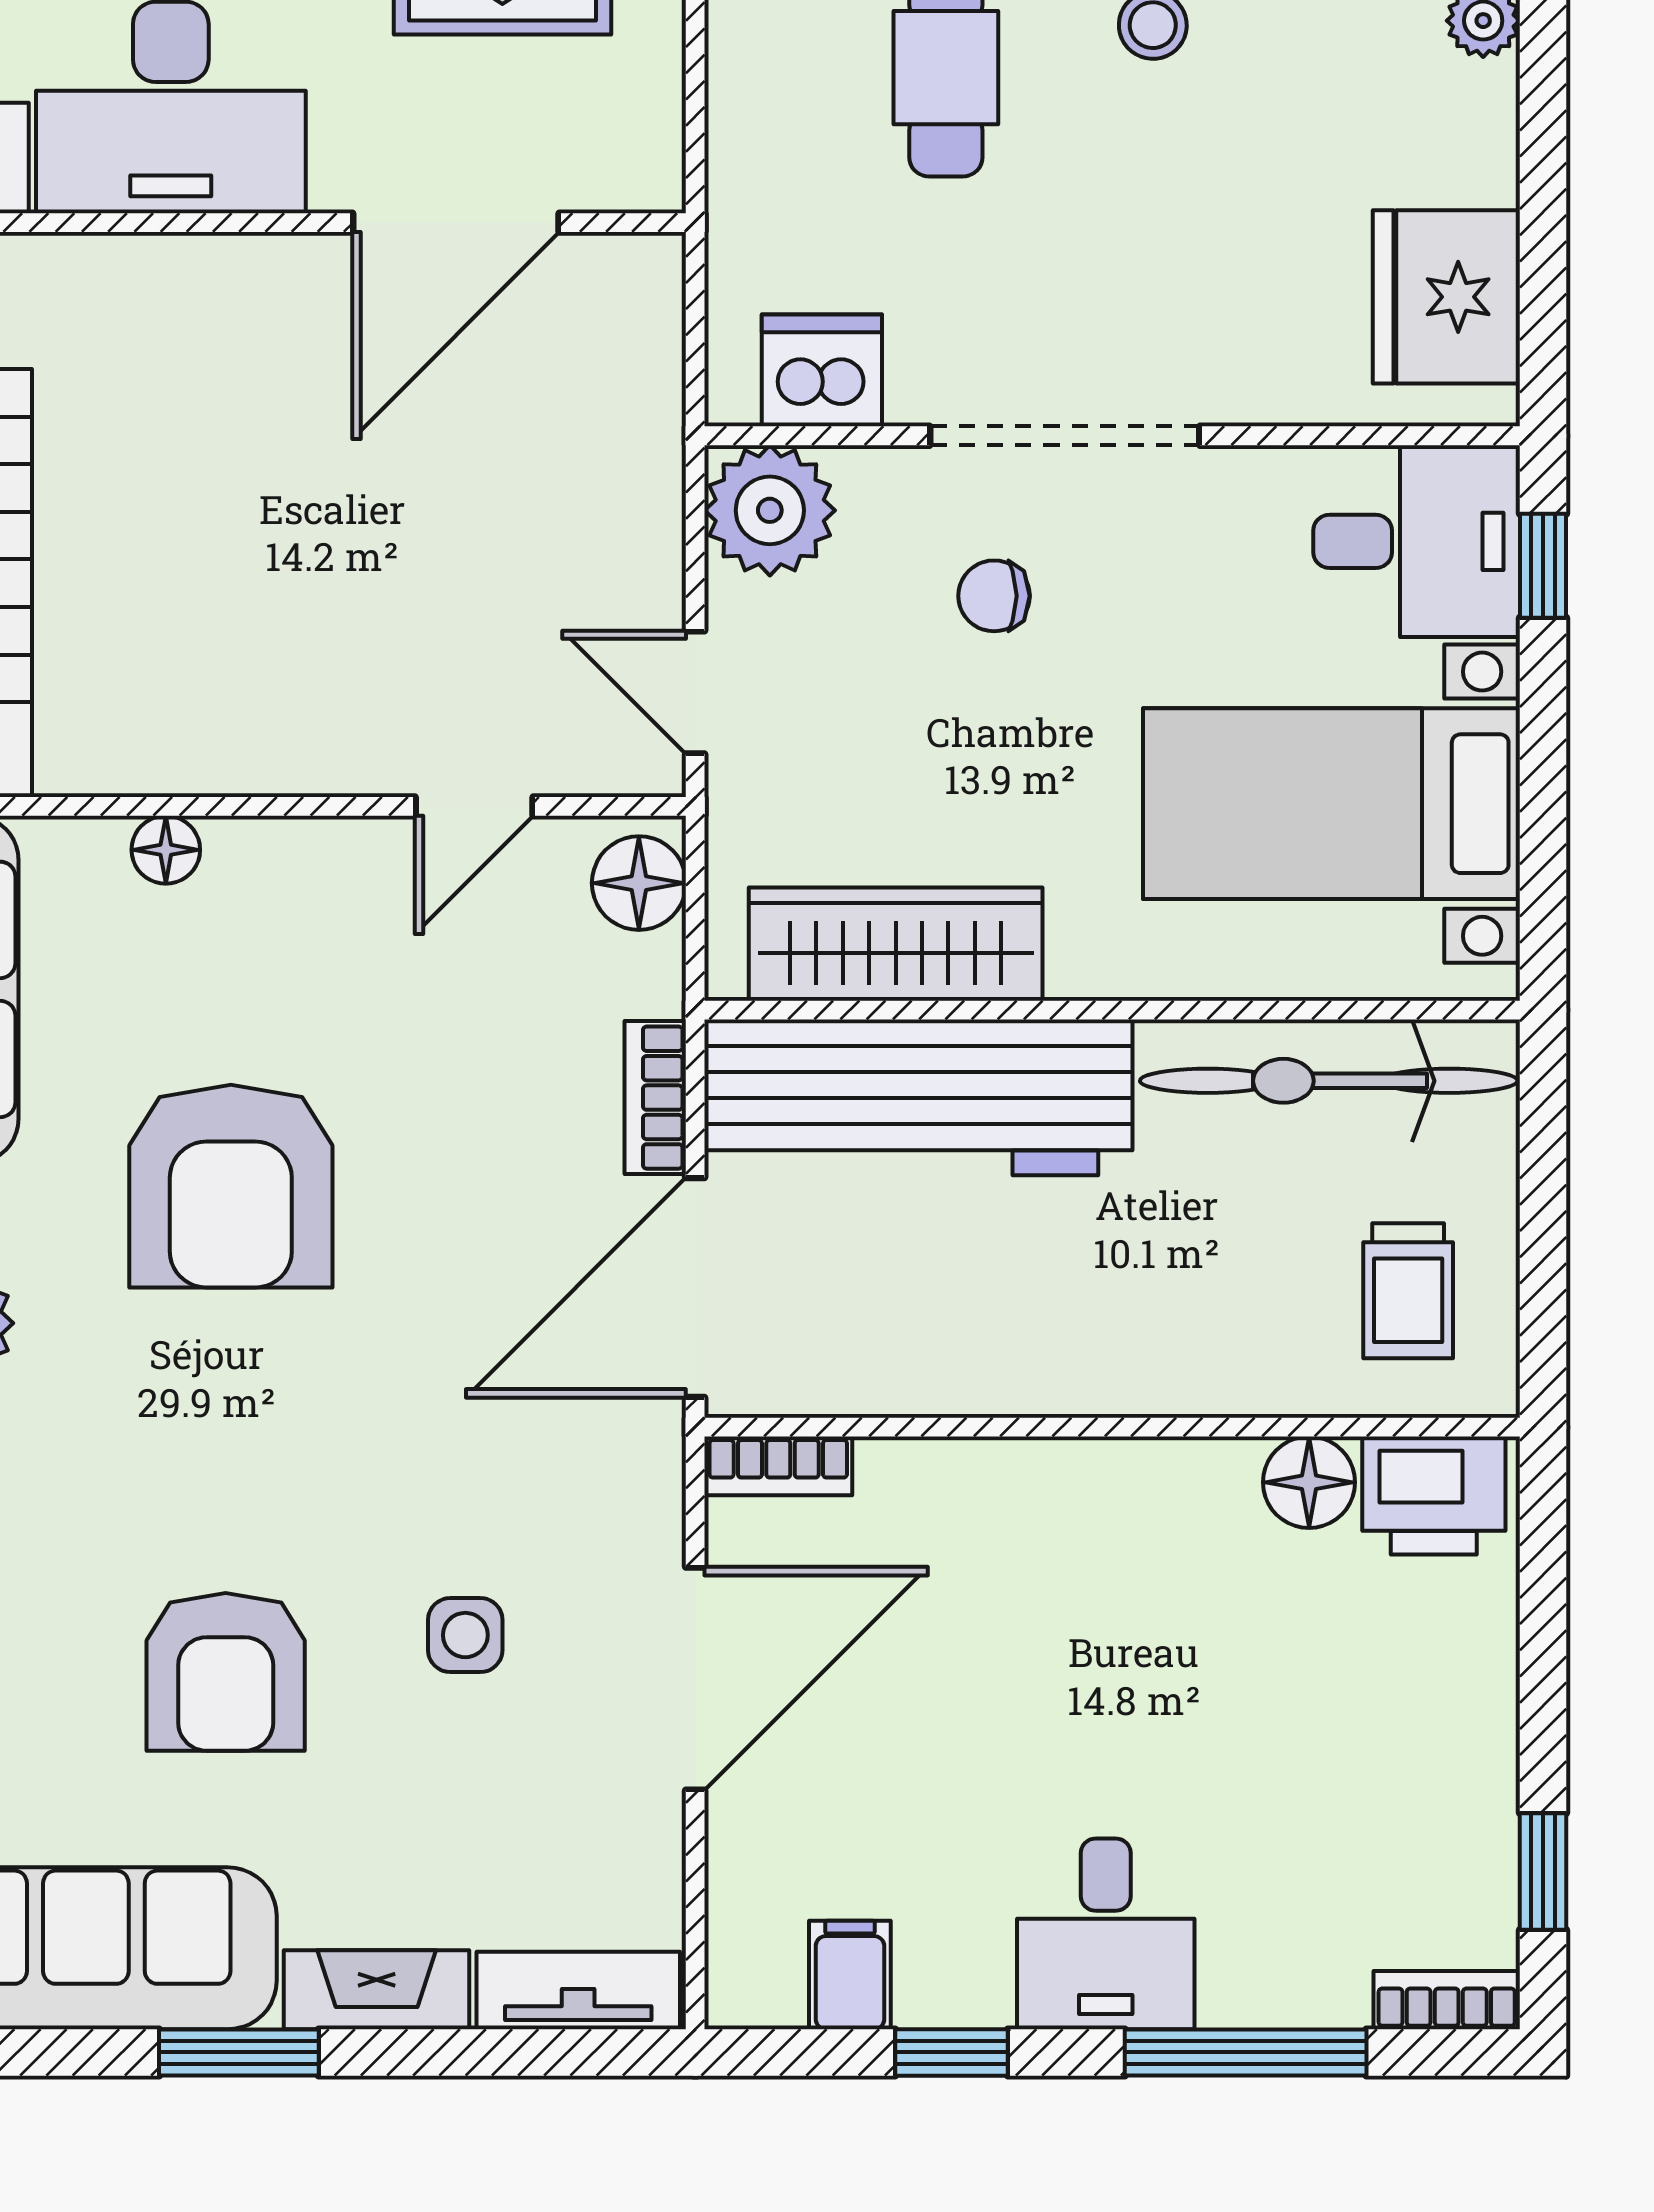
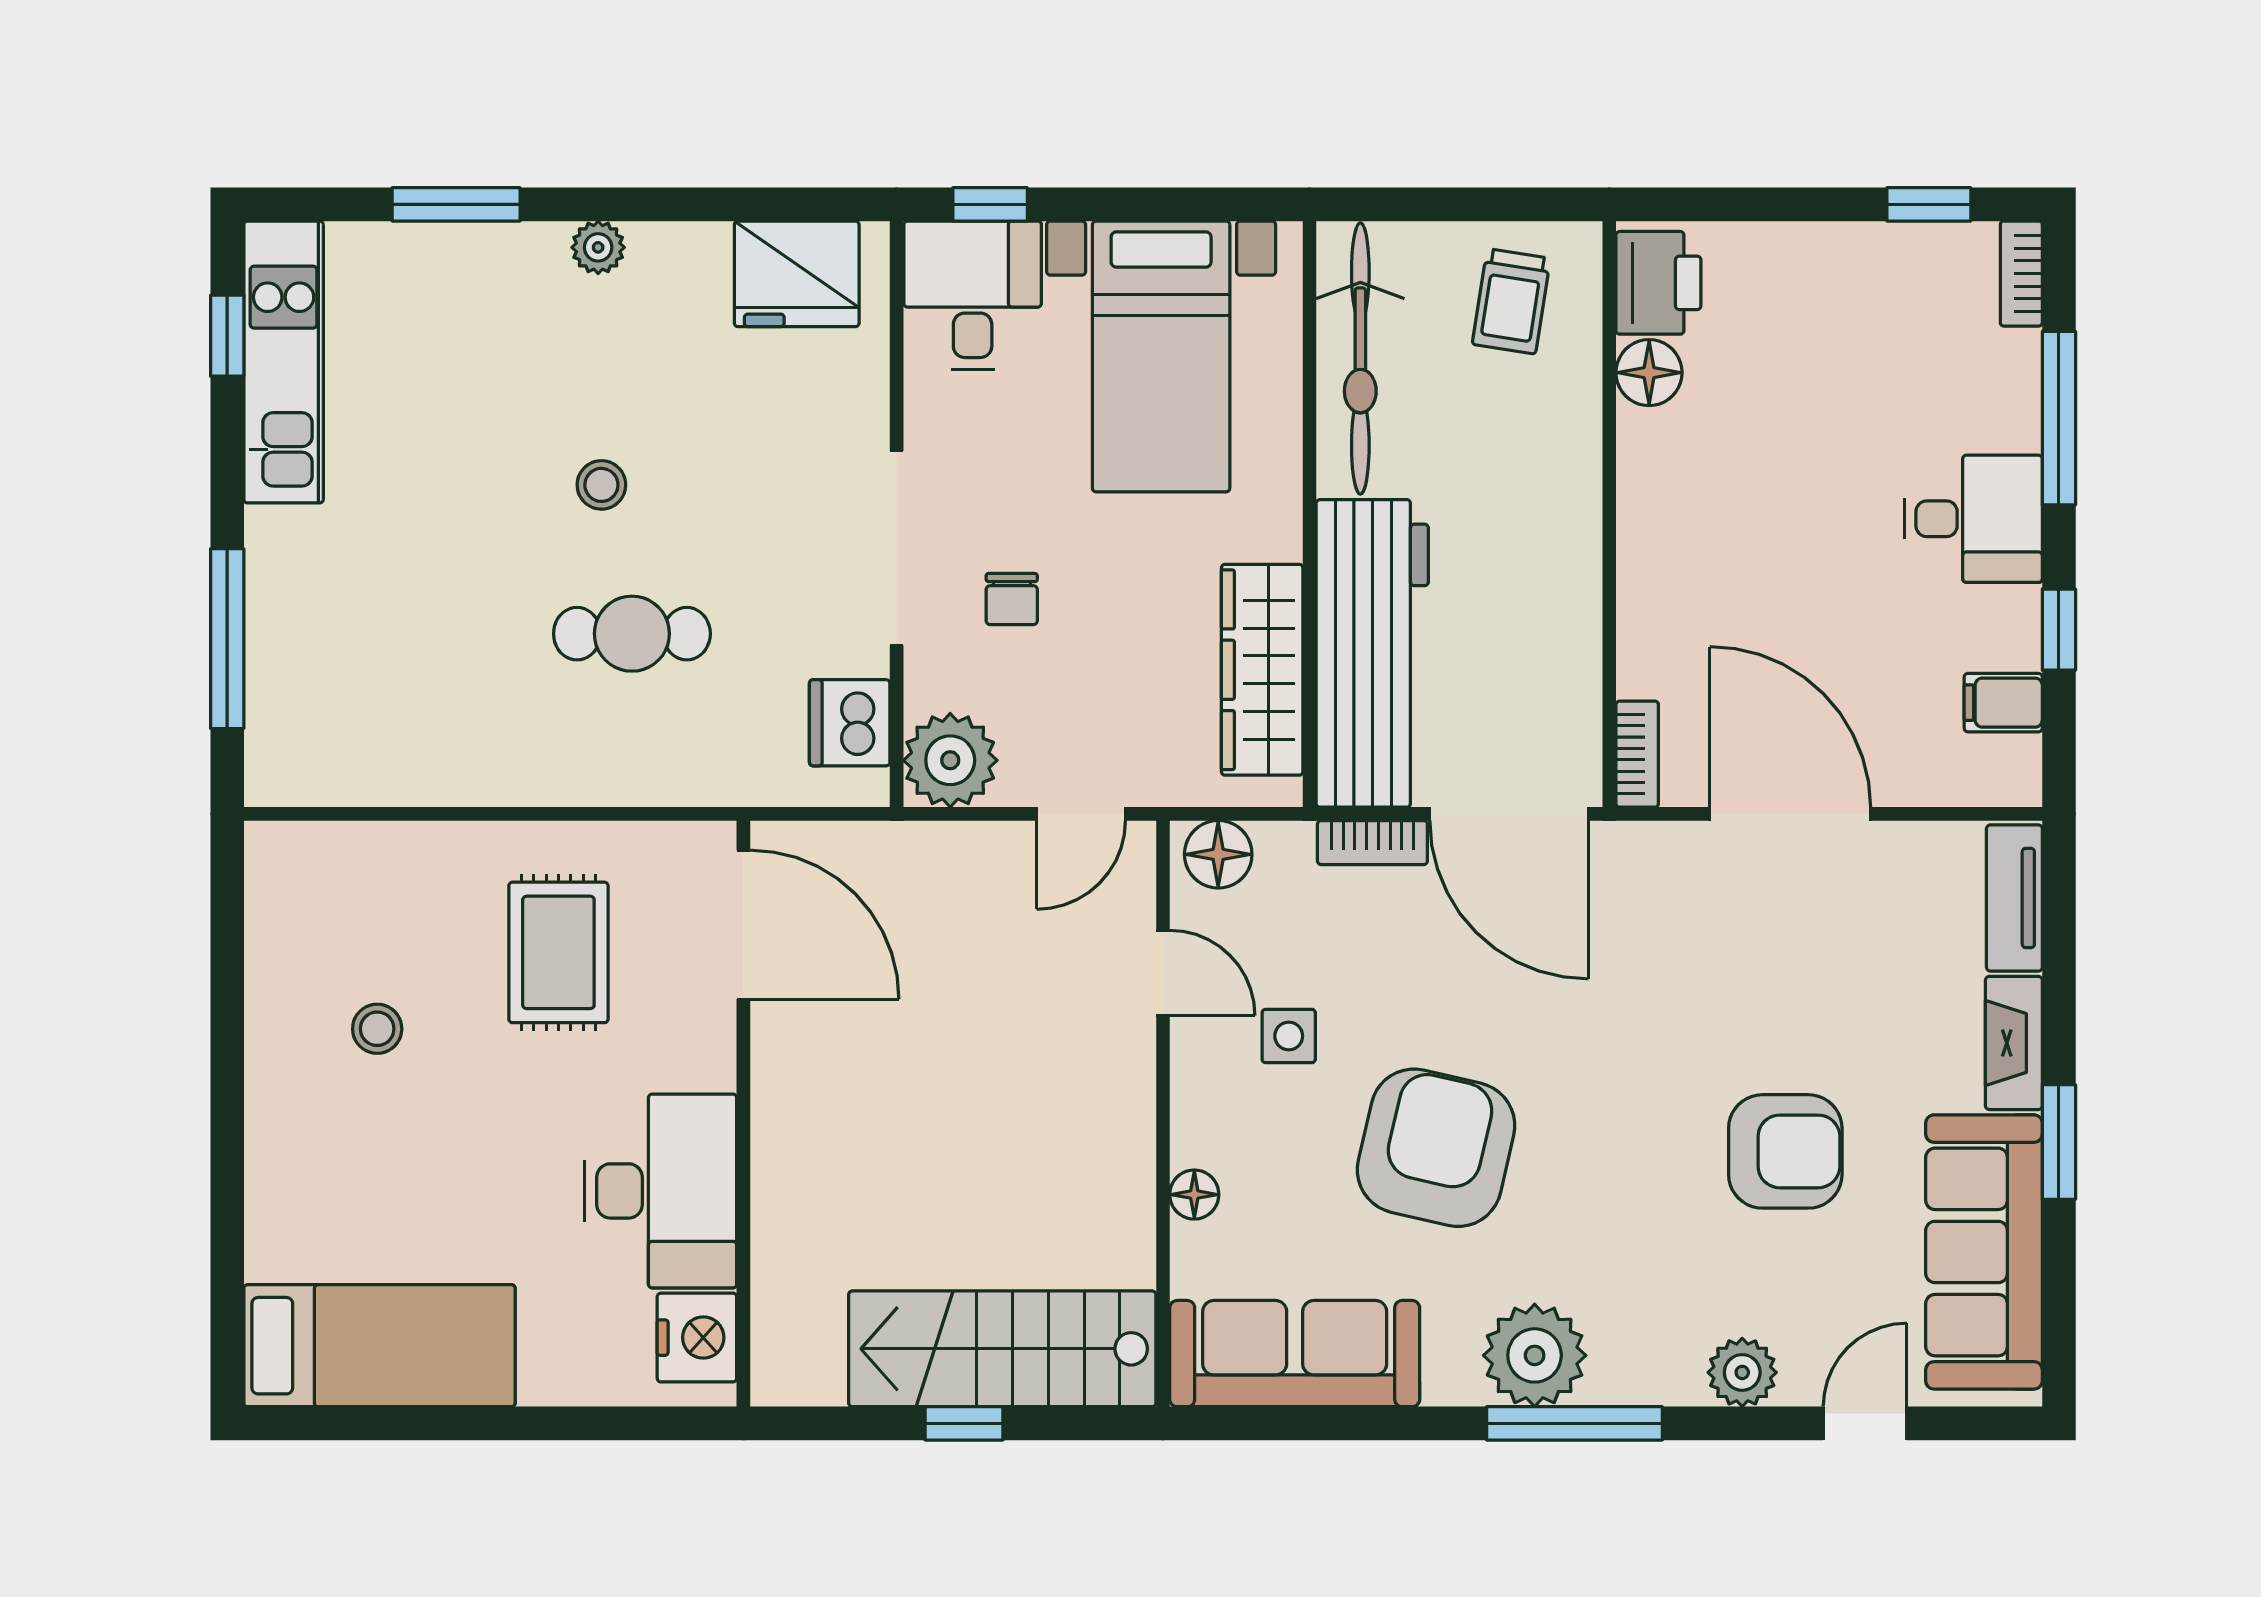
door: (456, 223) -> (743, 925), moved
armchair: (231, 1186) -> (1436, 1148), turned -77
trolley: (1408, 1291) -> (1511, 301), turned 99
side table: (465, 1635) -> (1289, 1036), moved

